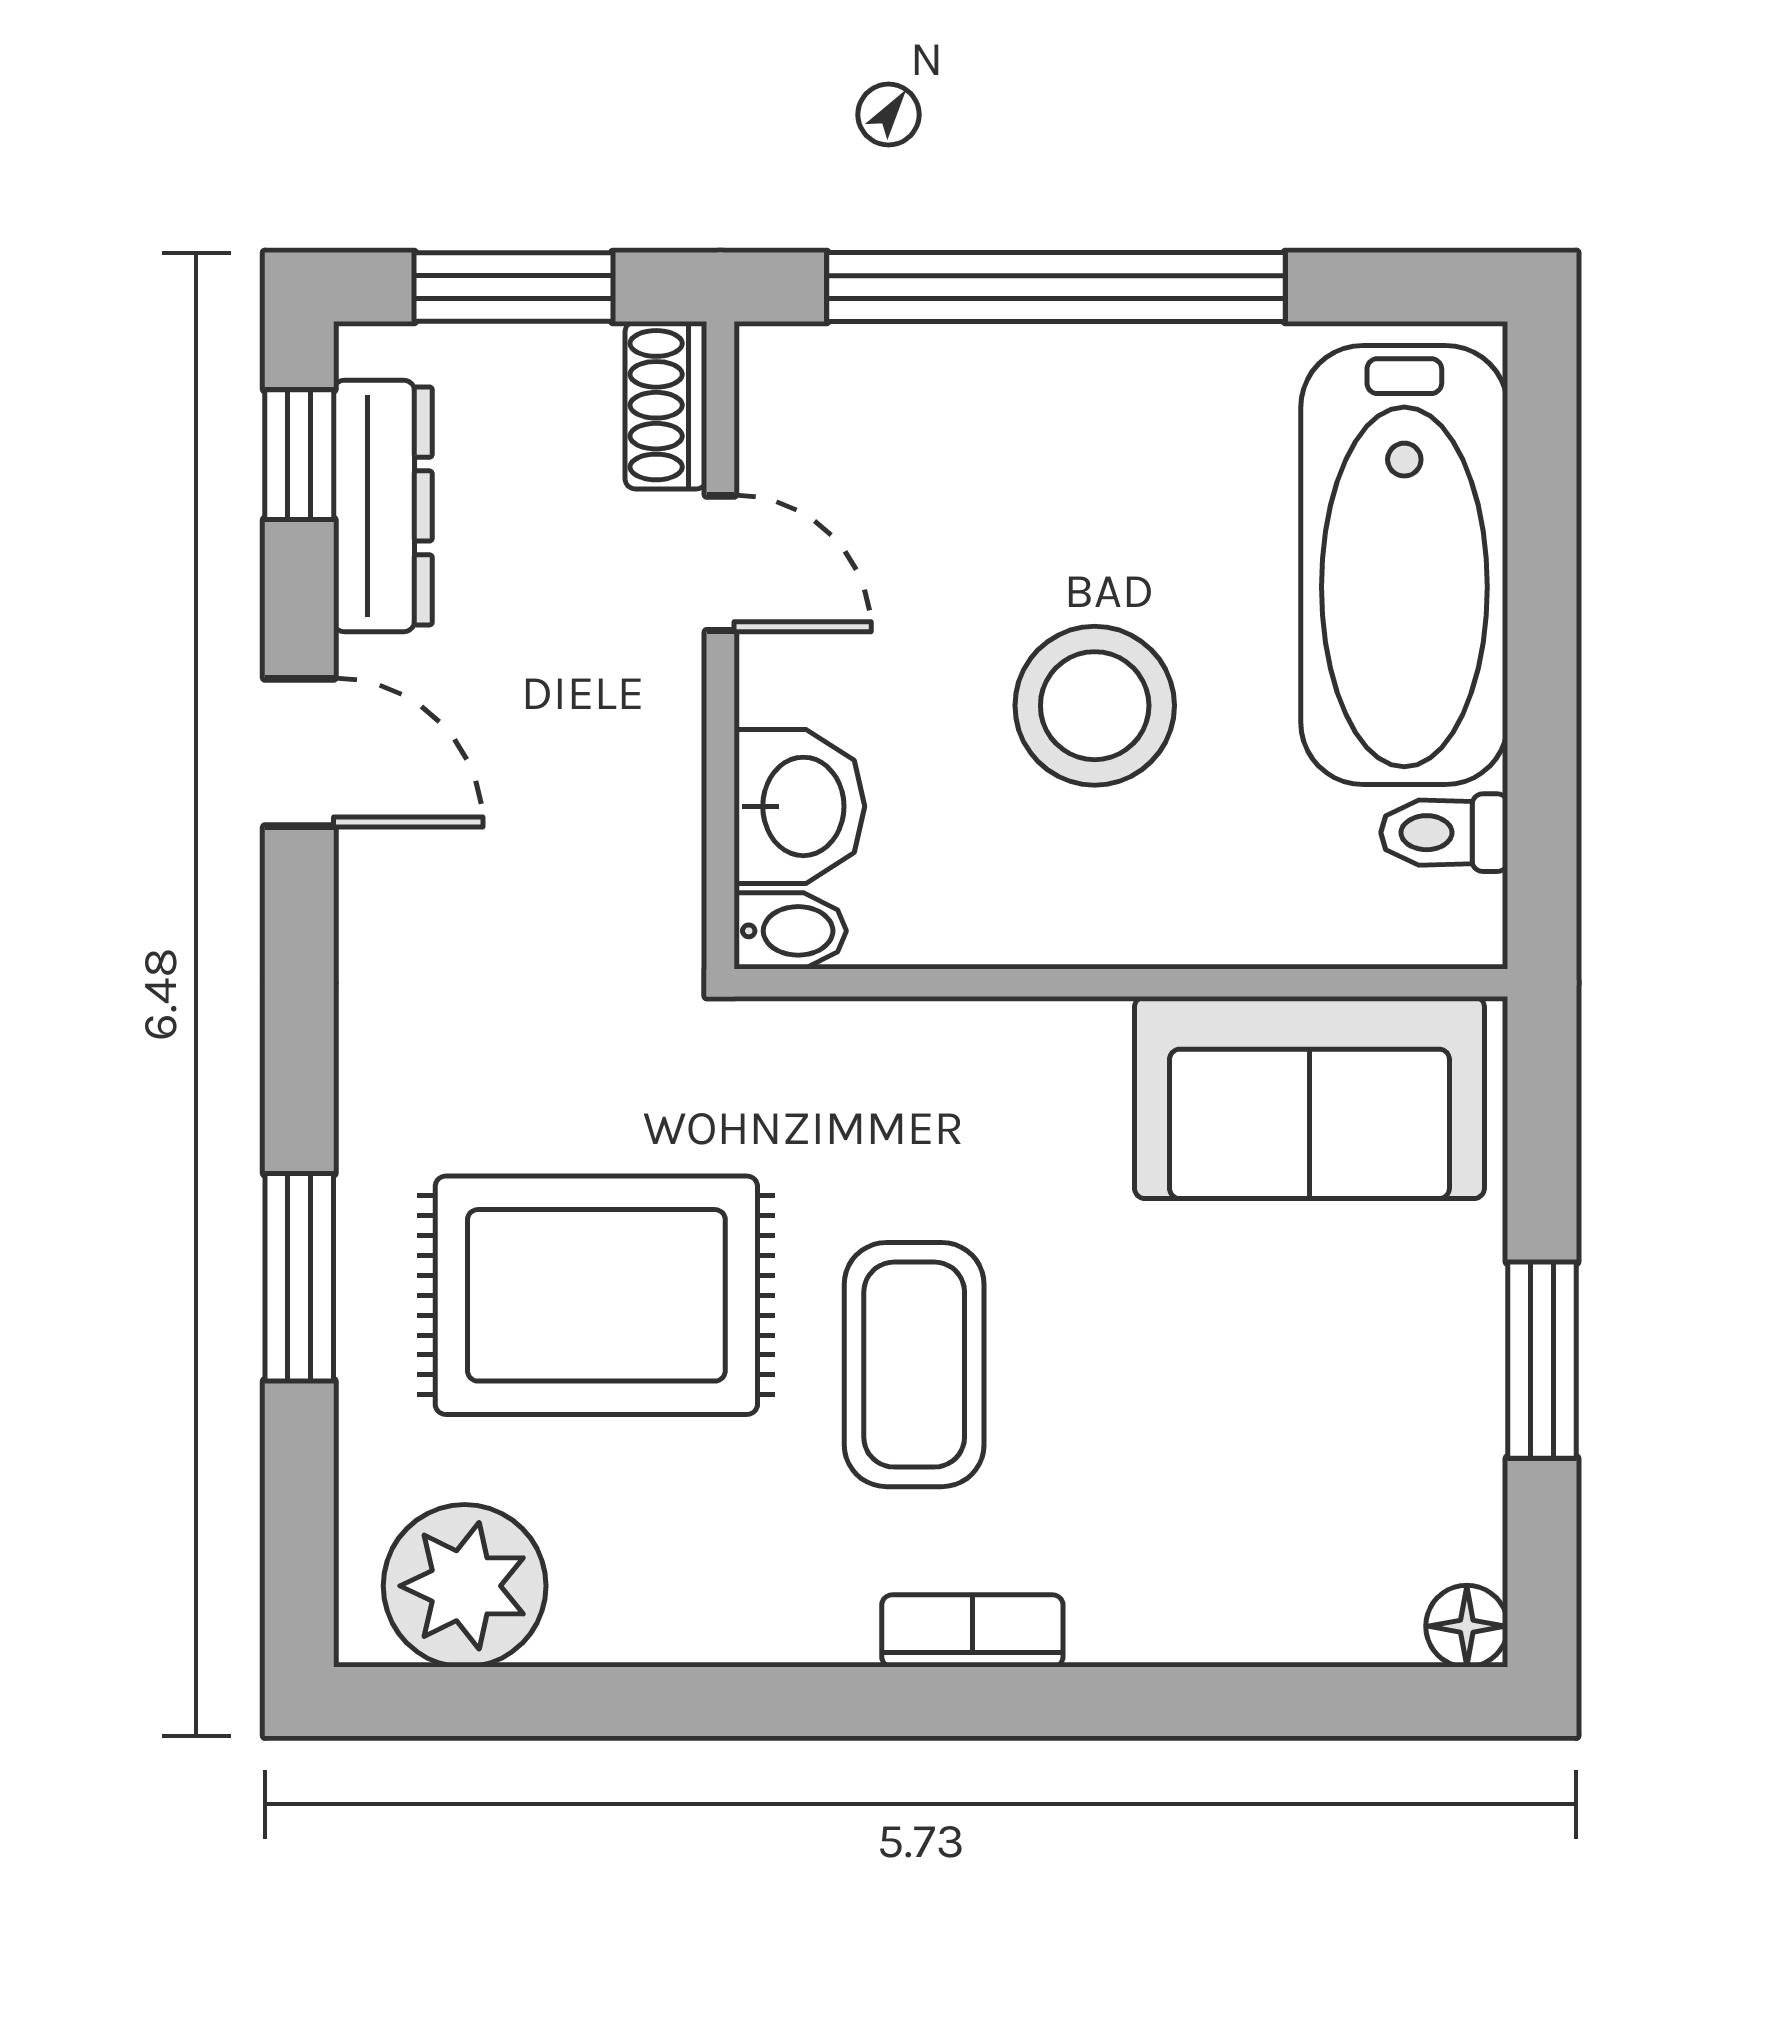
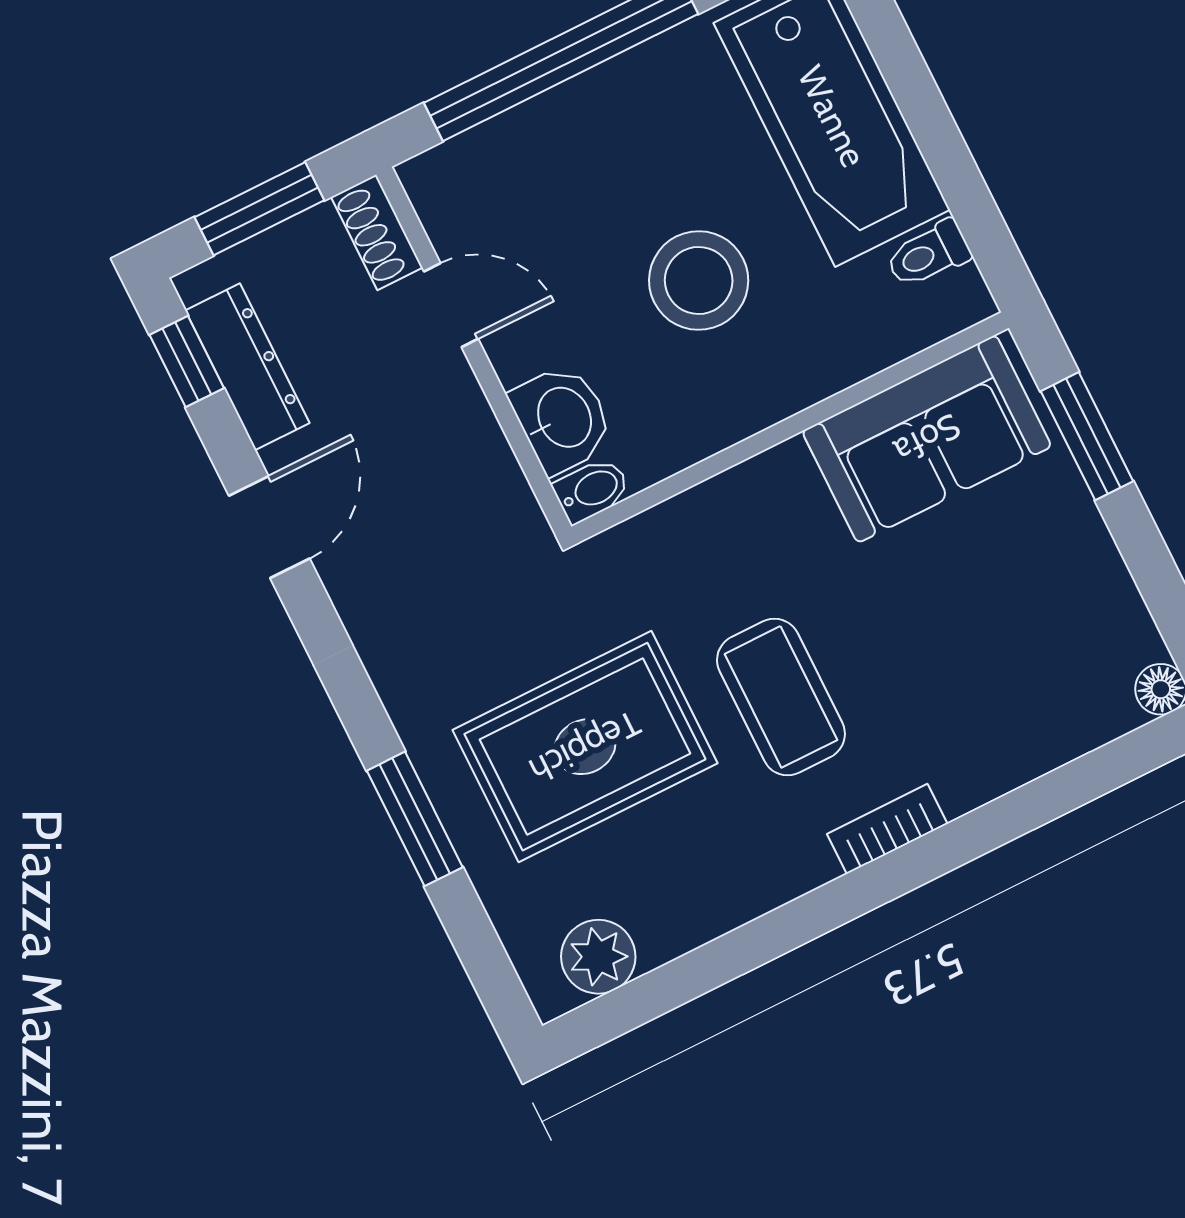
door: (299, 752) -> (269, 527), hinge flipped
window: (1542, 1360) -> (1087, 436), moved
plant: (465, 1586) -> (598, 957), width x0.73, depth x0.73

